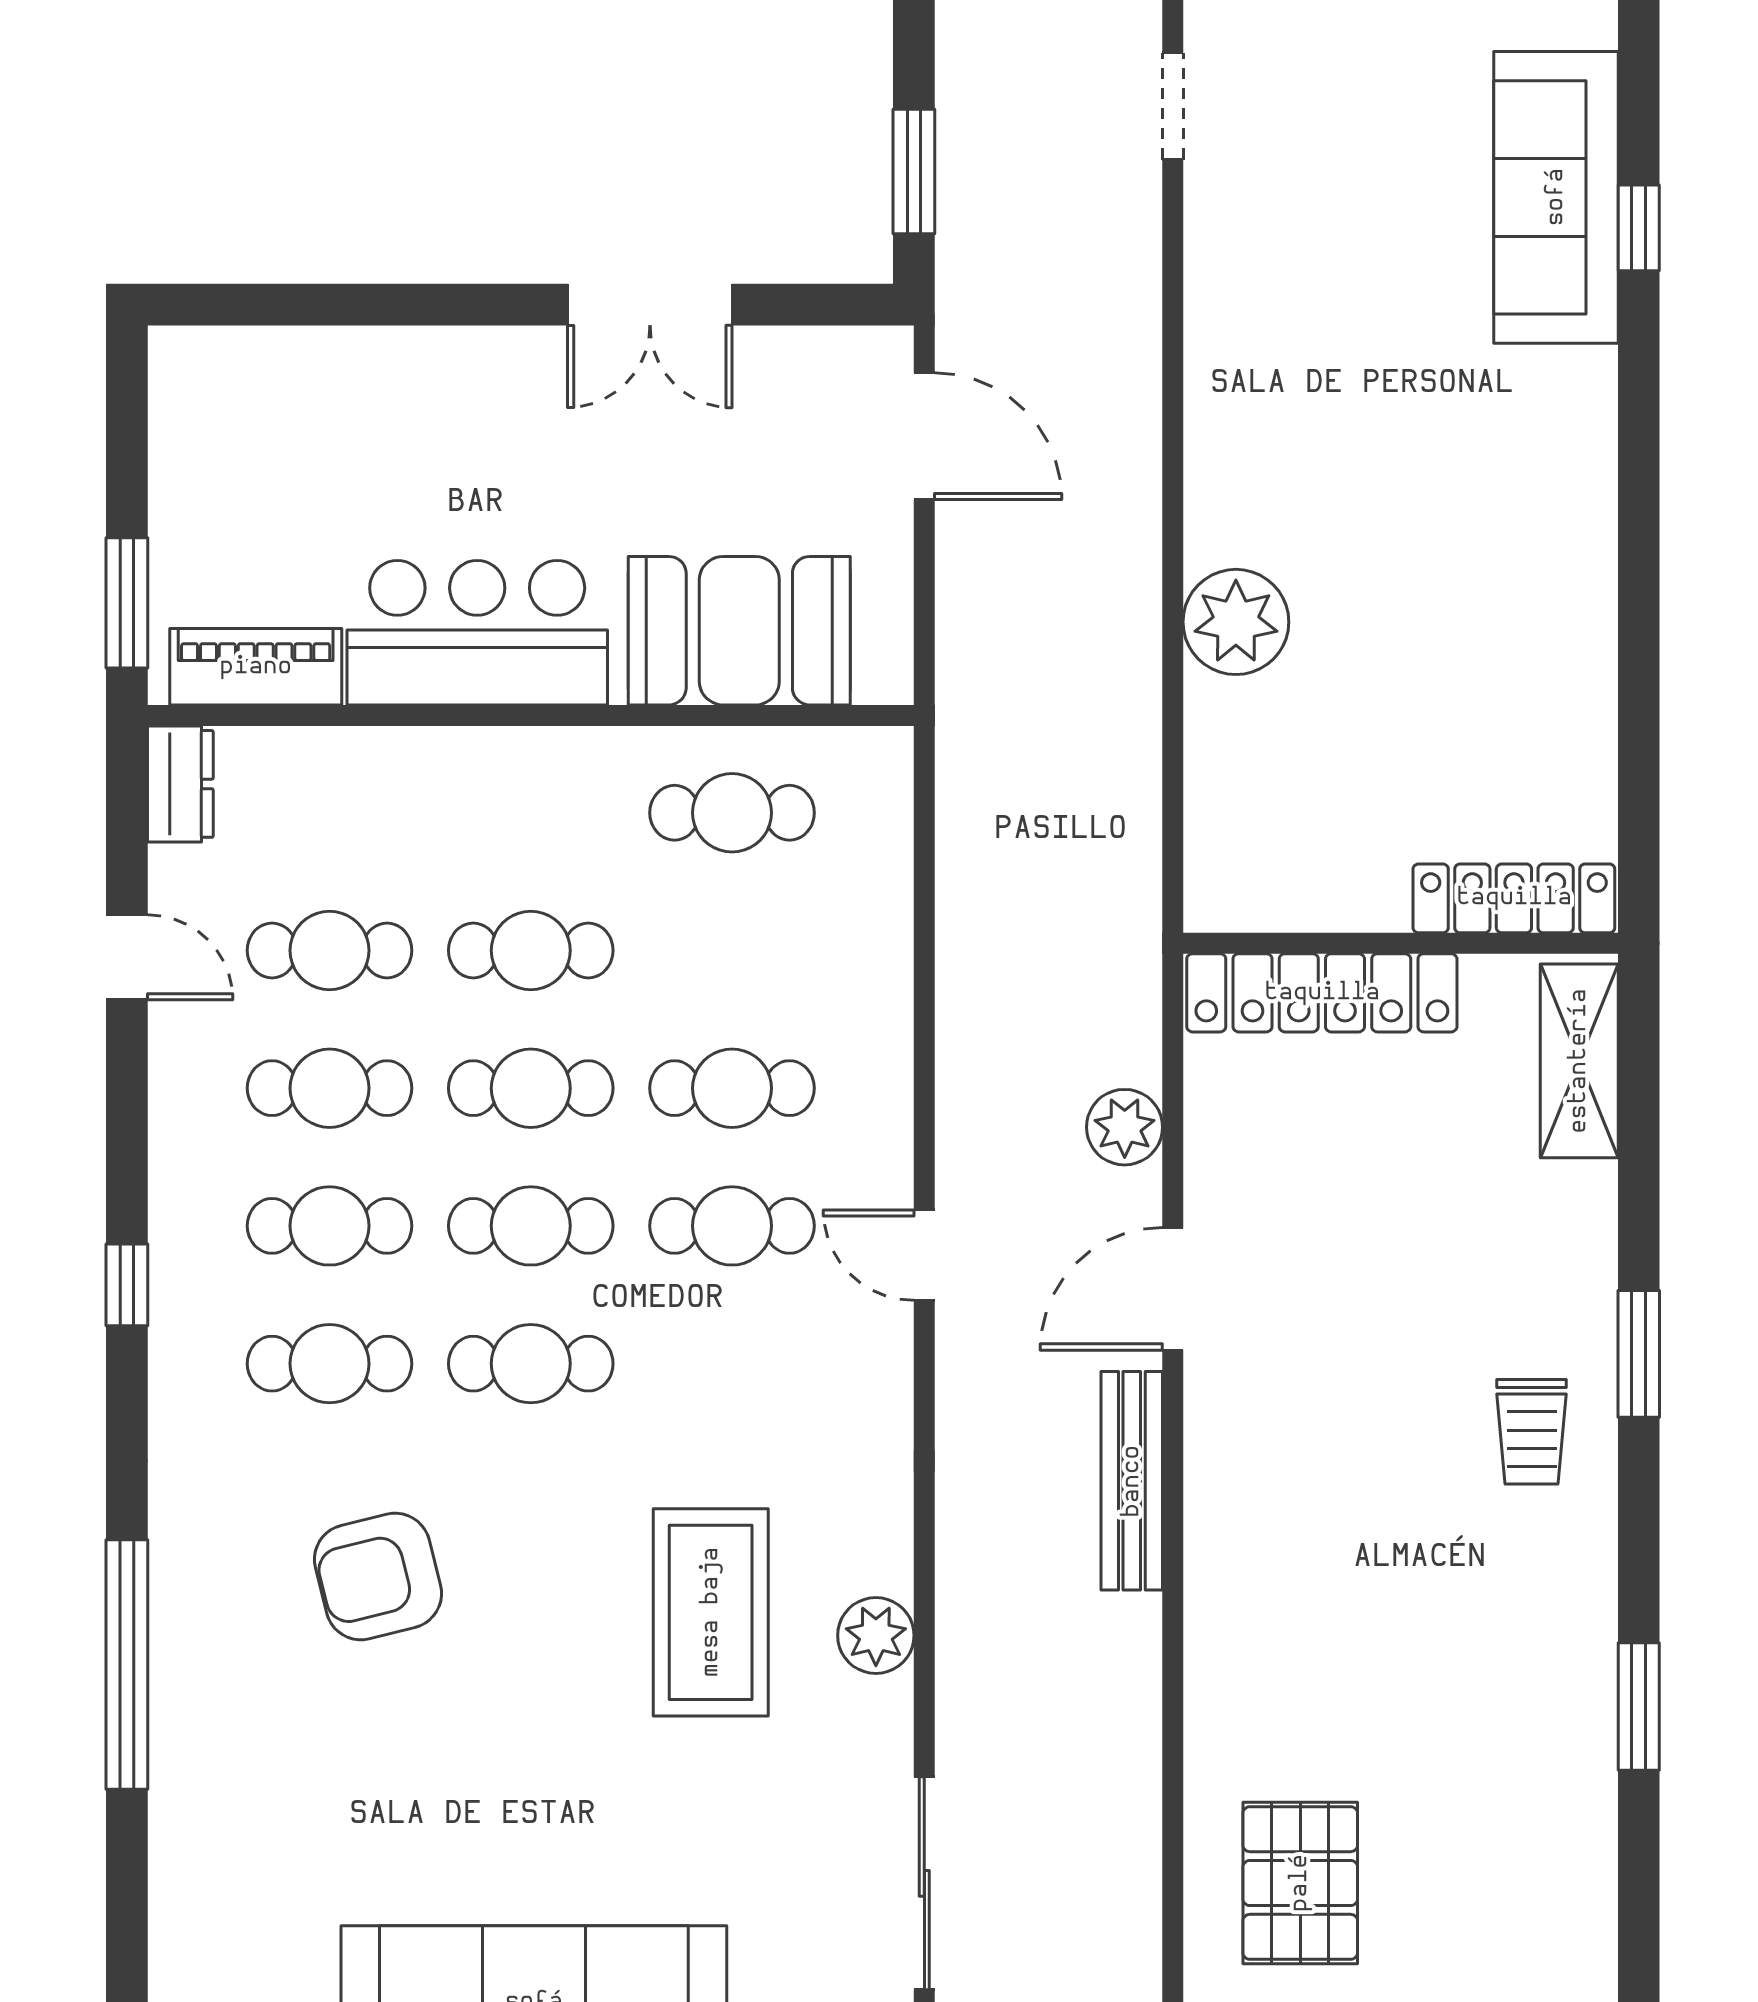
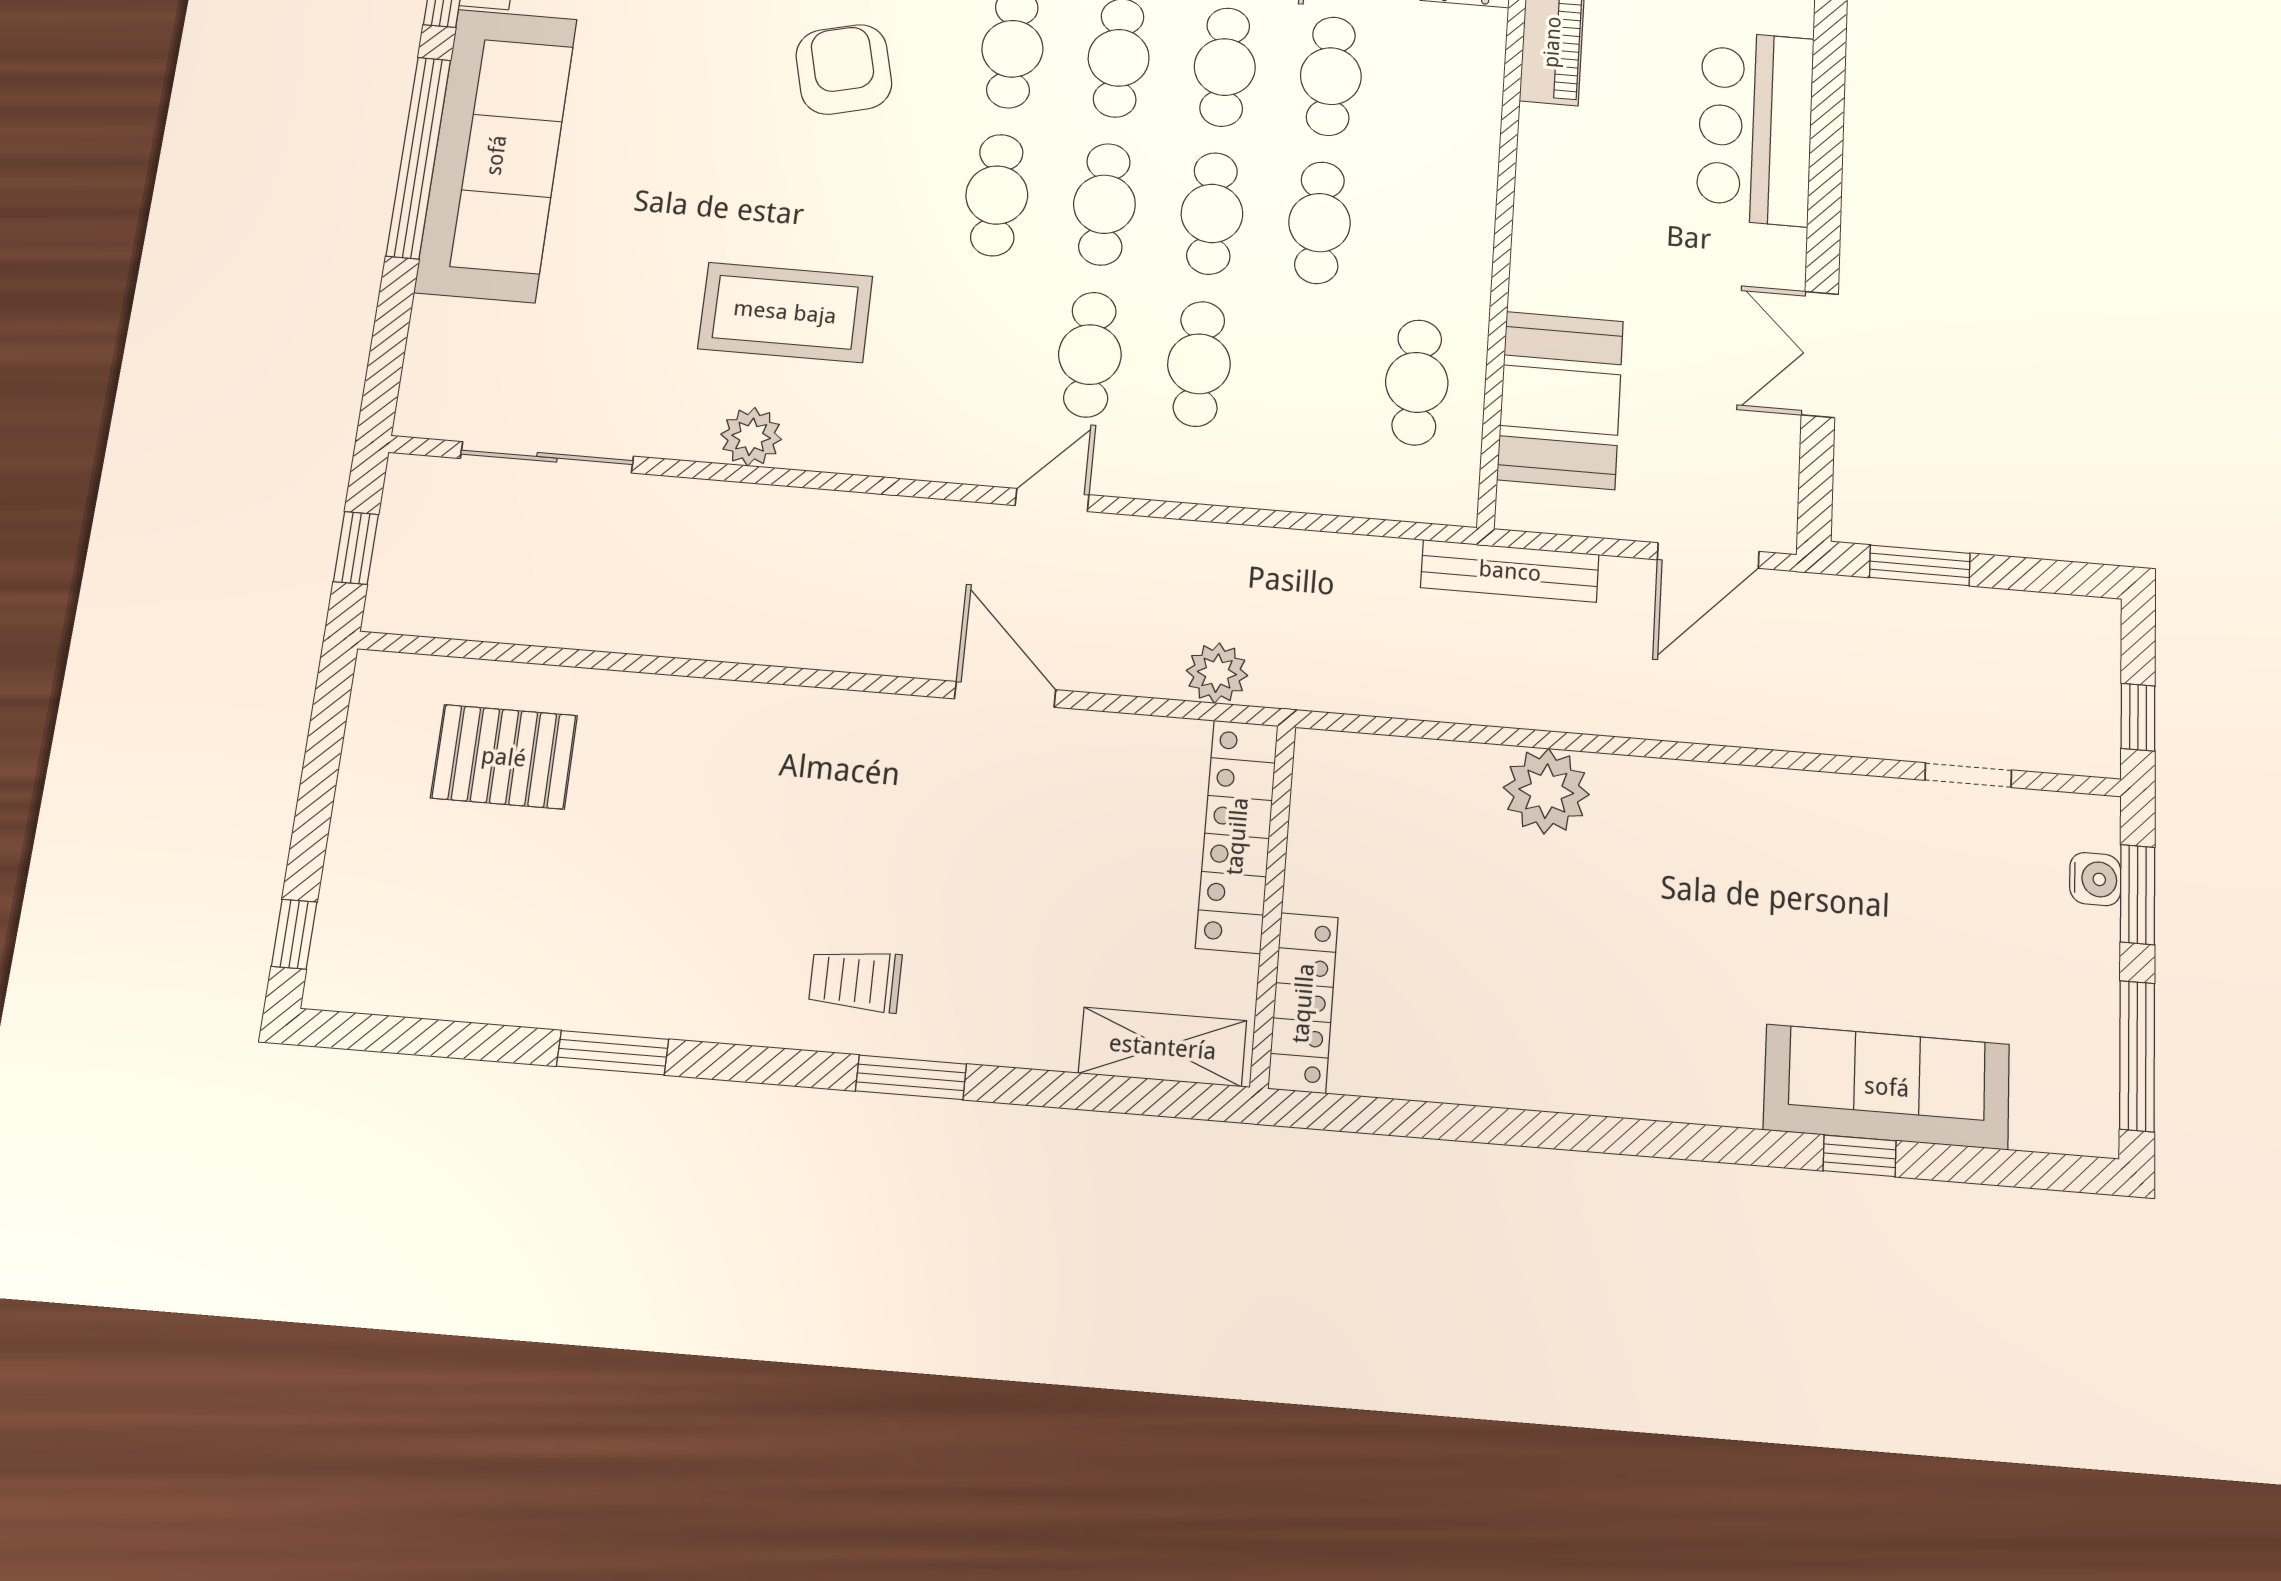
bar counter: (477, 633) -> (1755, 128), moved, turned 180
plant: (1125, 1127) -> (1217, 673), moved
bench: (1132, 1481) -> (1510, 571), moved

